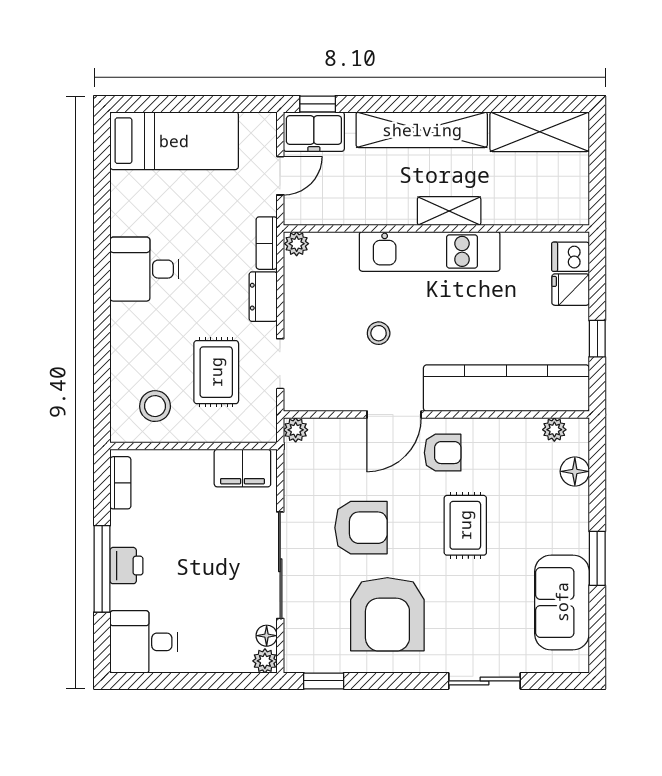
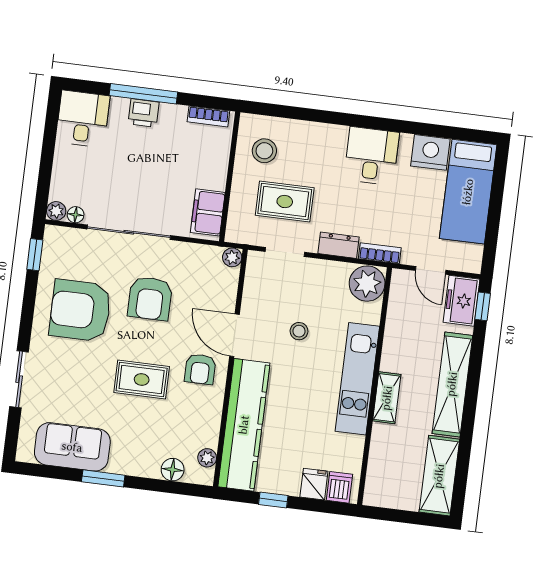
nightstand: (130, 195) -> (430, 152), added
plant: (297, 244) -> (367, 284), width x1.87, depth x1.87

